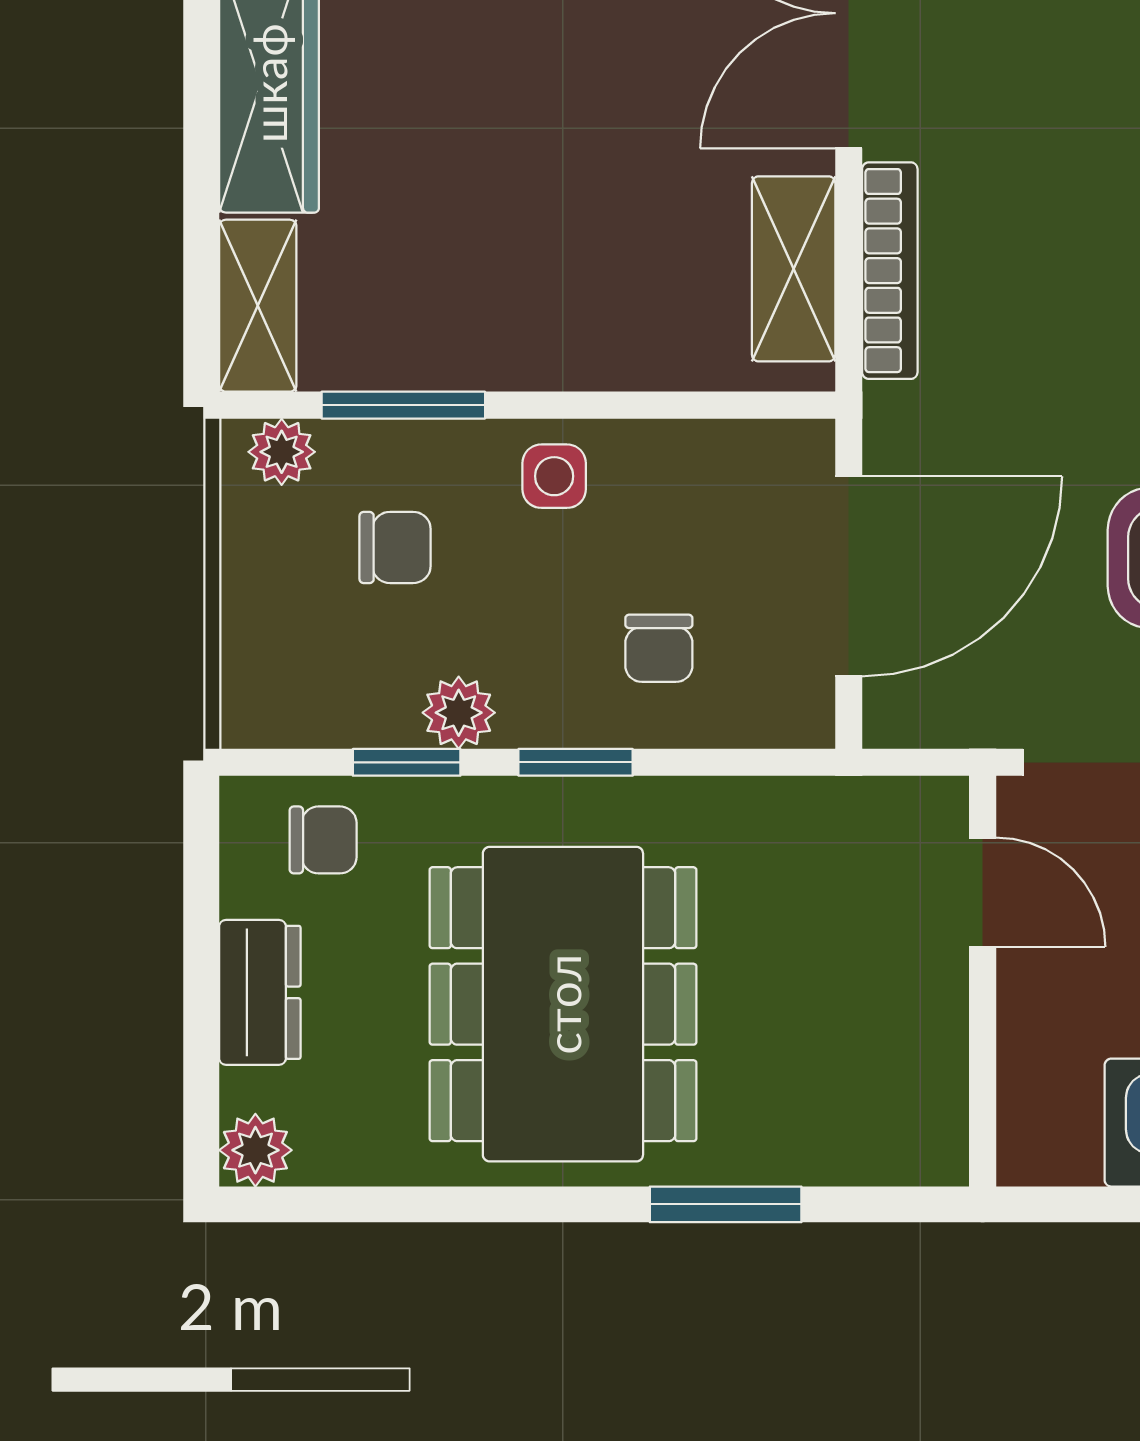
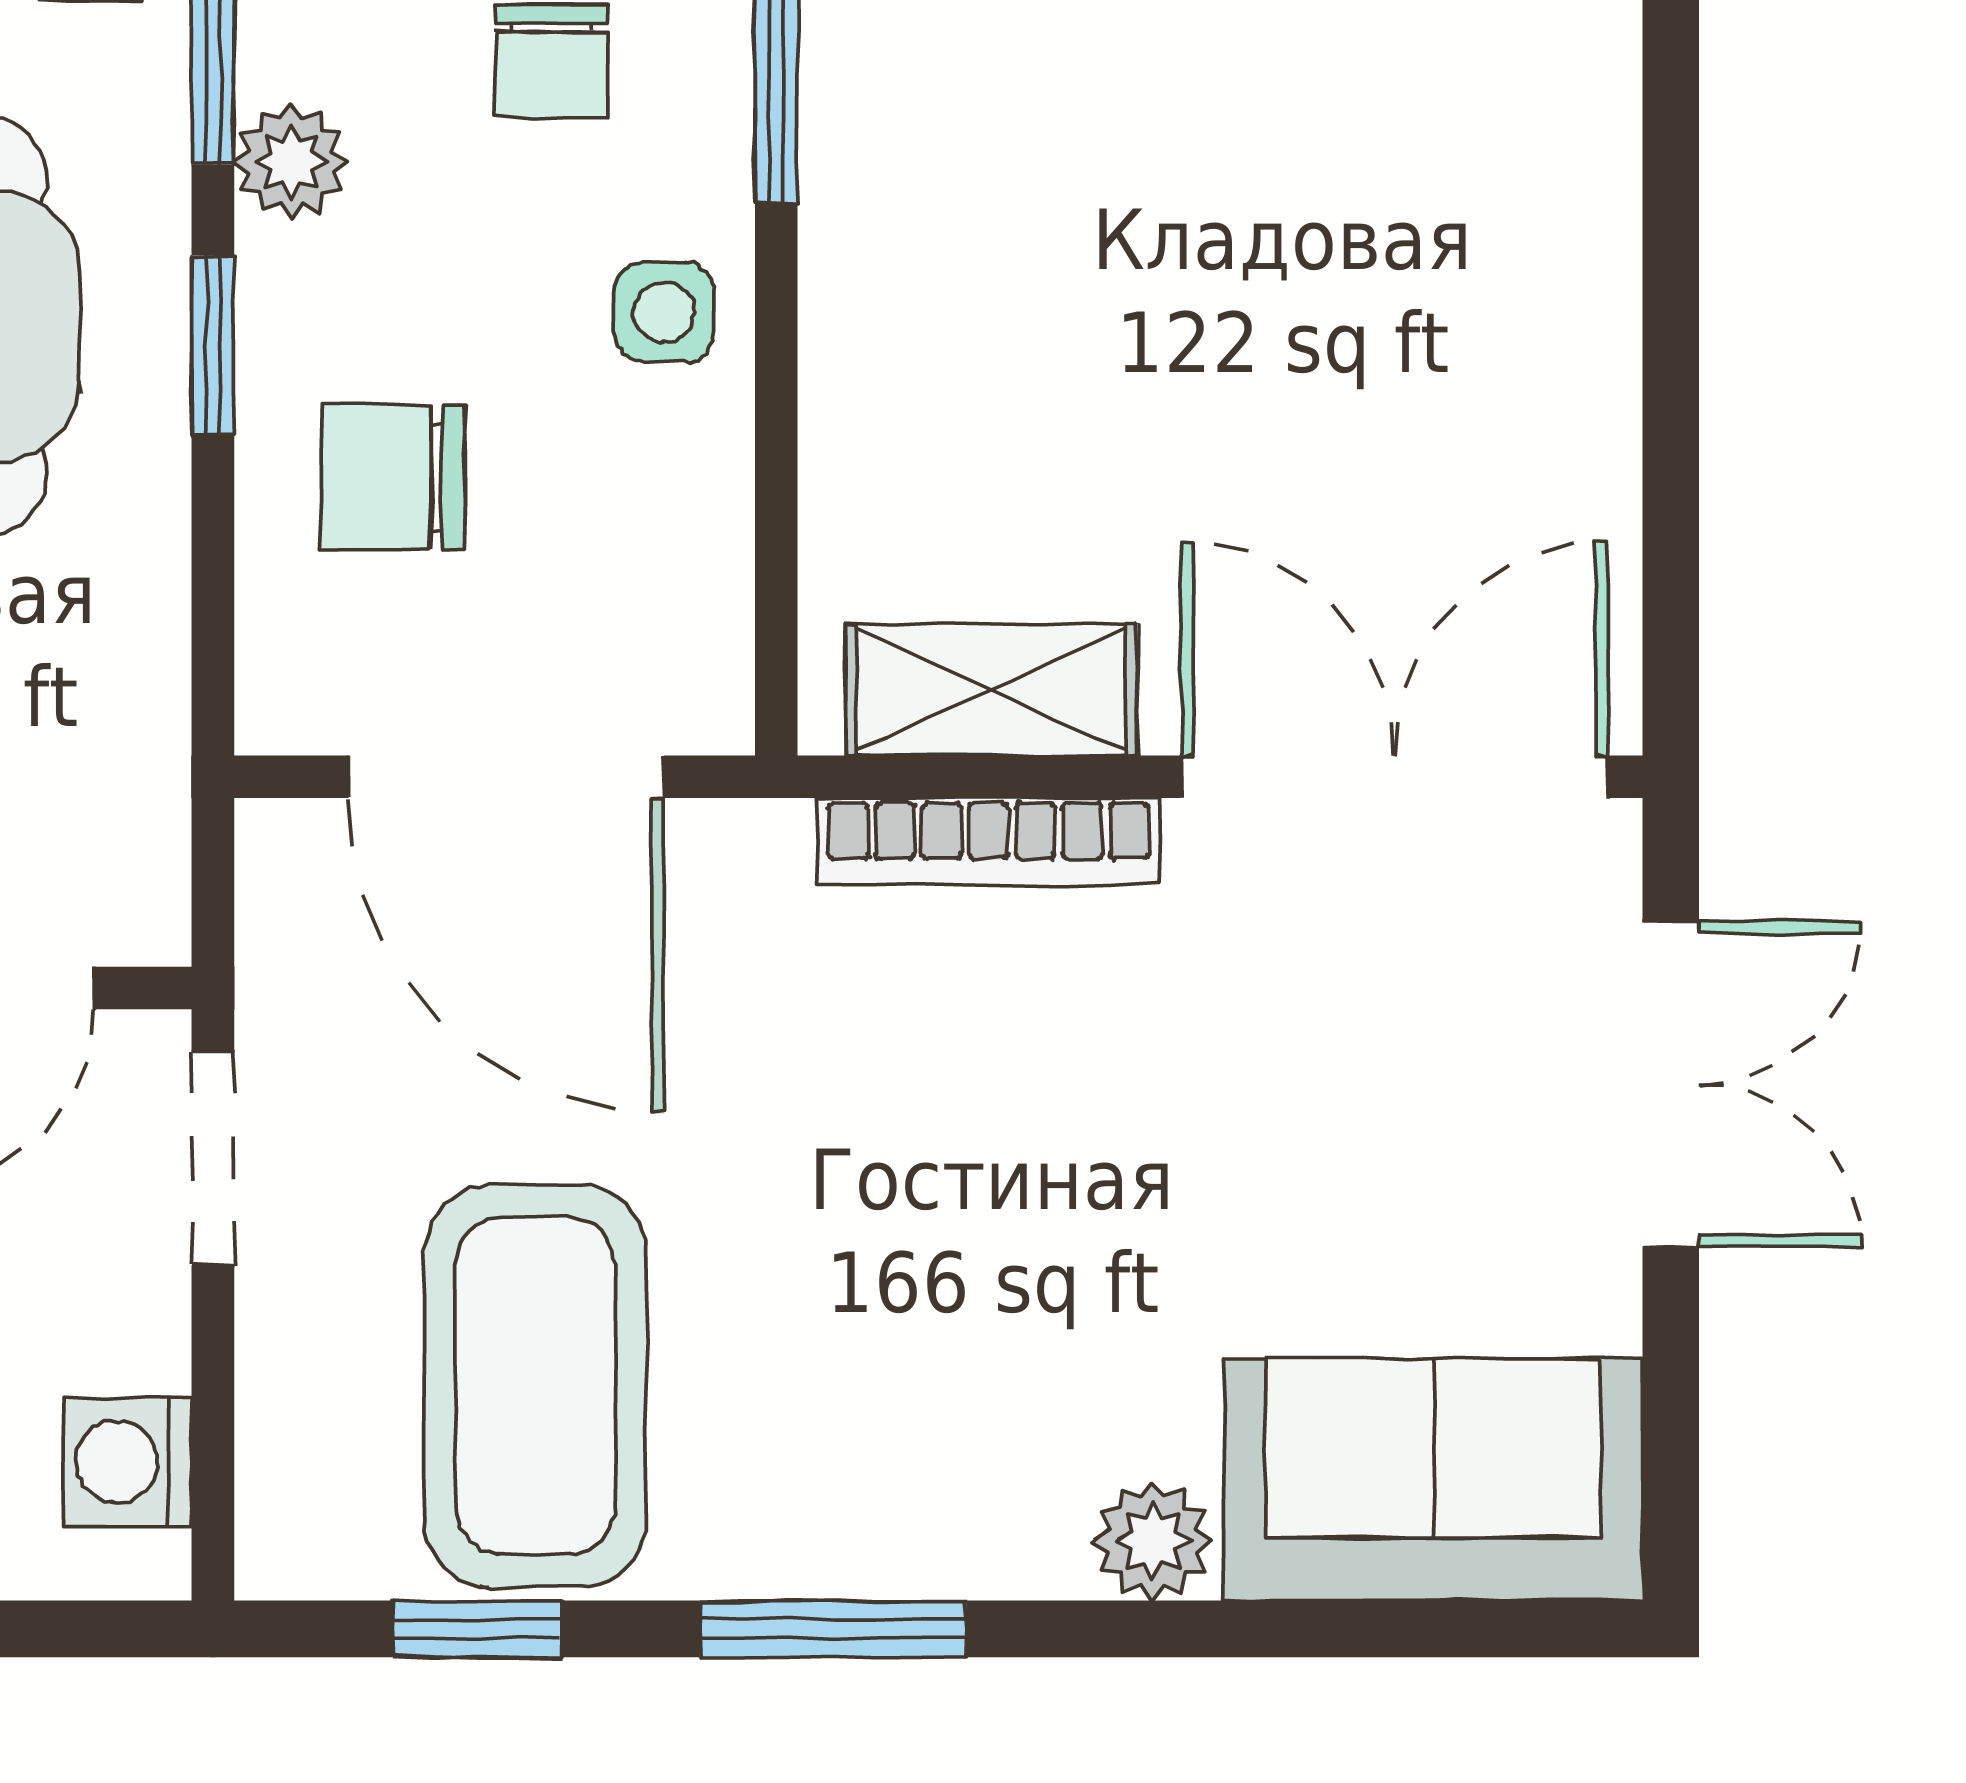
chair: (659, 648) -> (393, 477), width x1.37, depth x1.37

